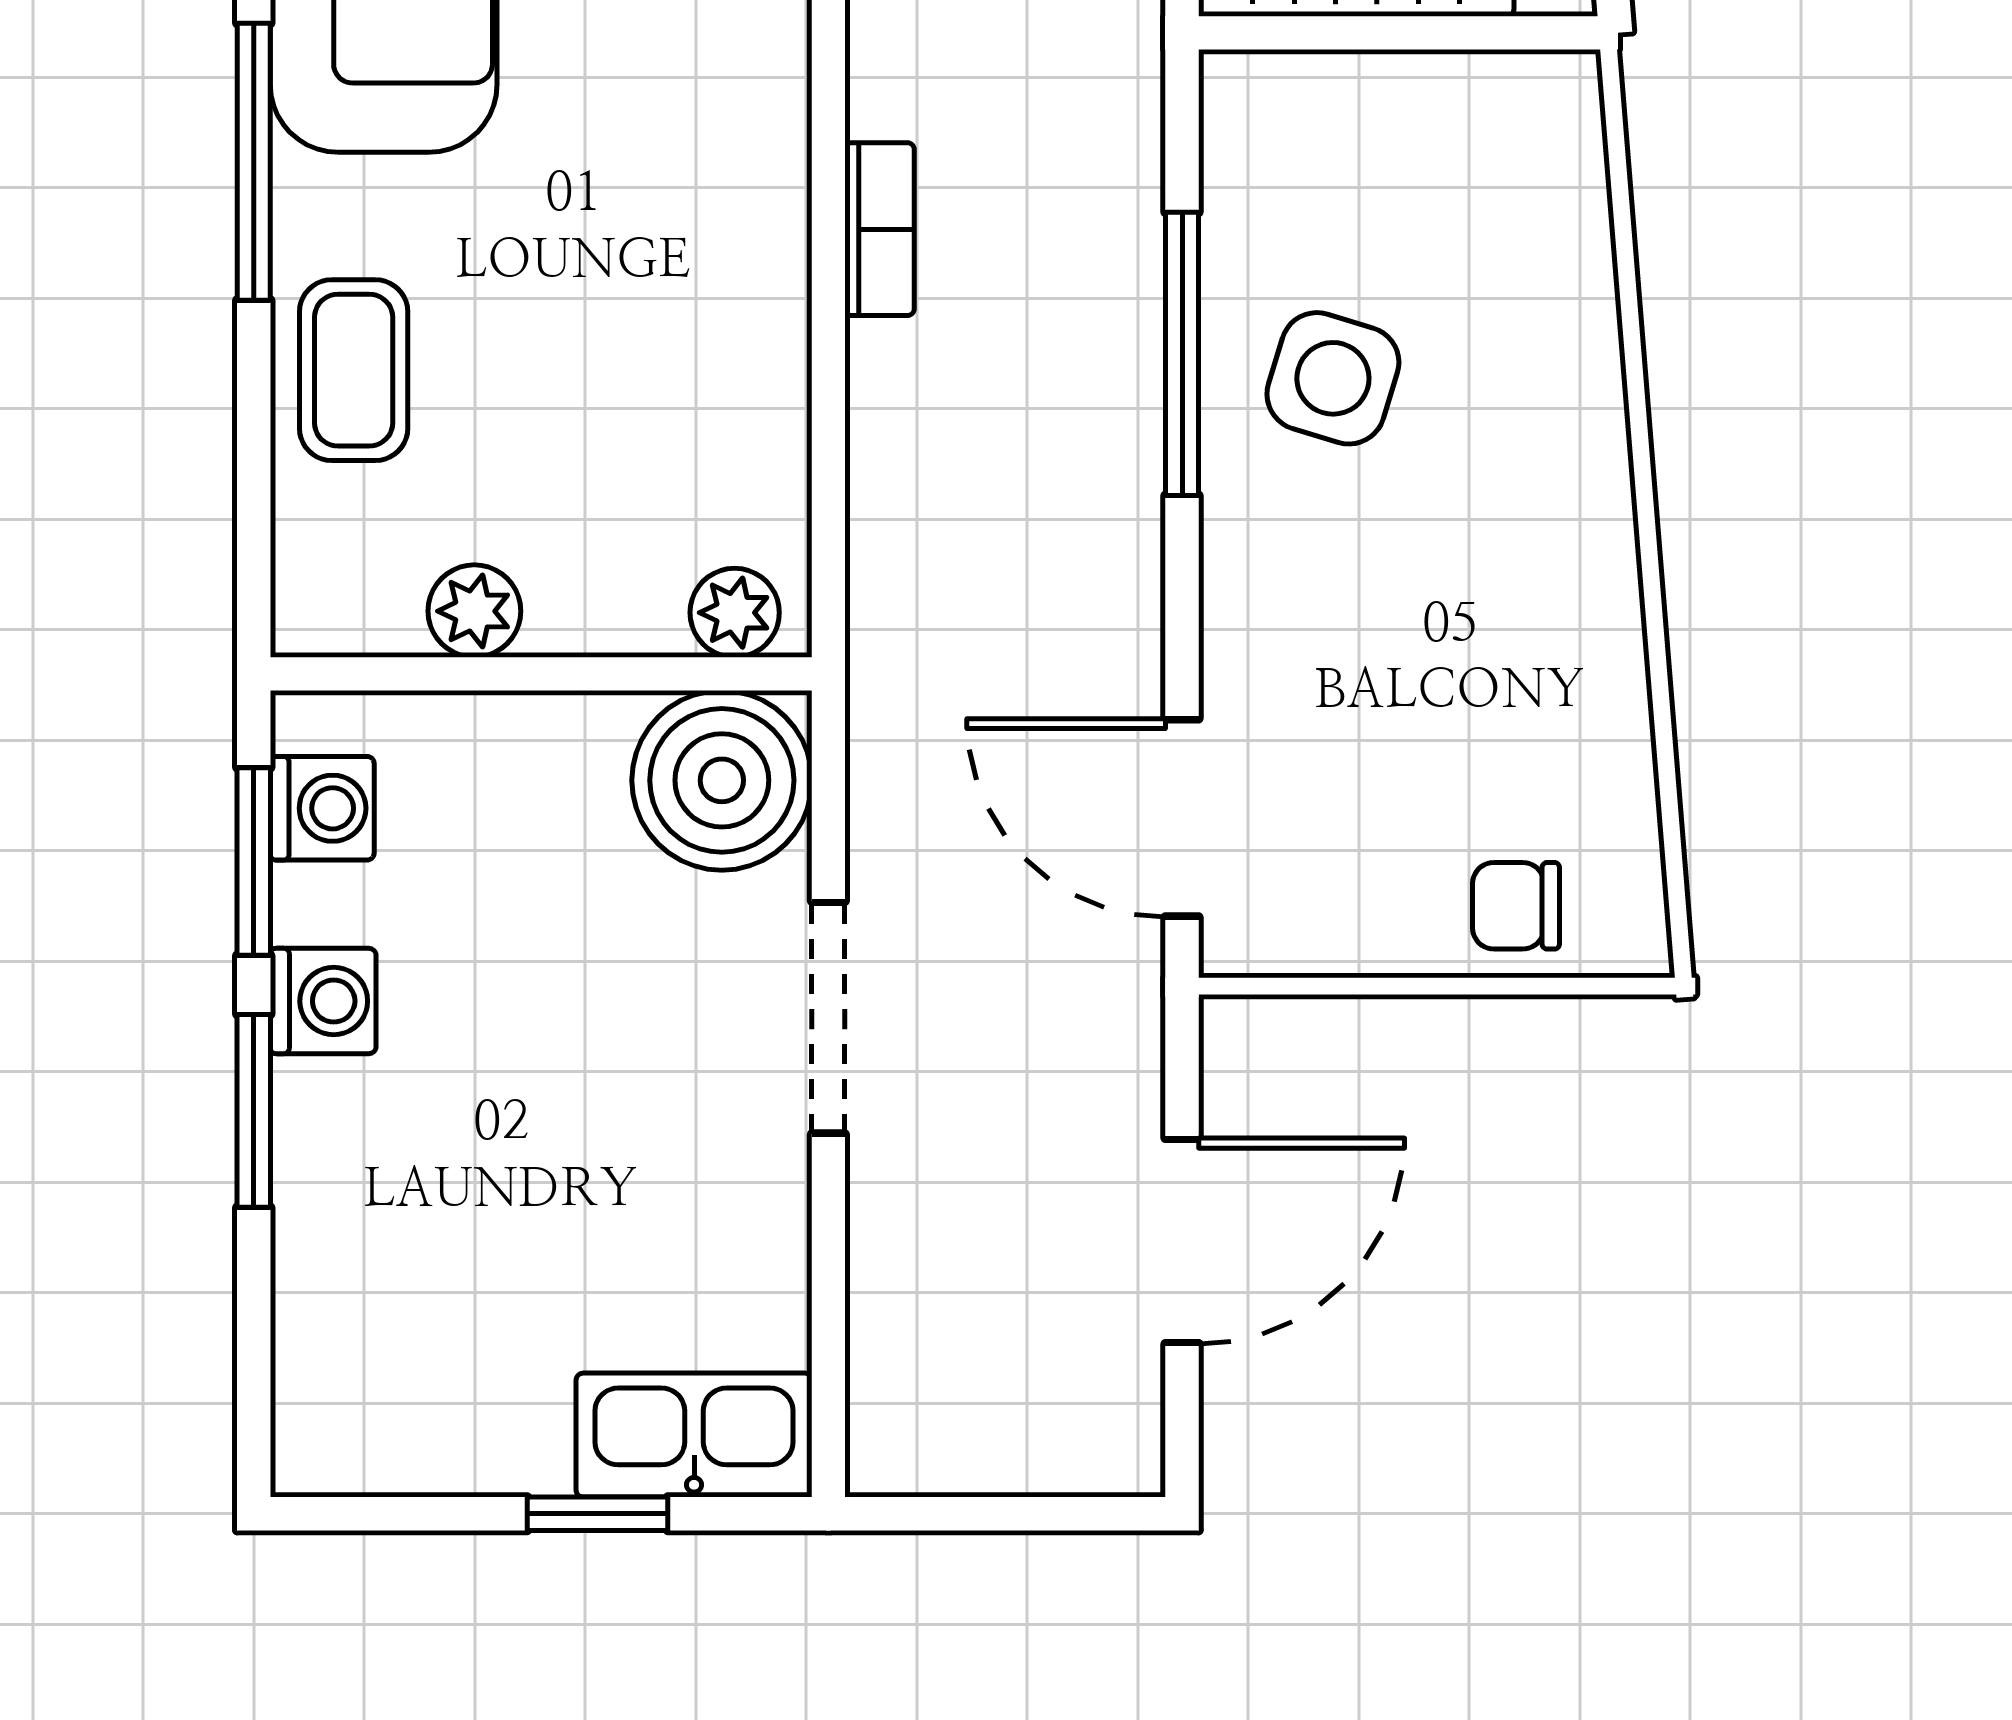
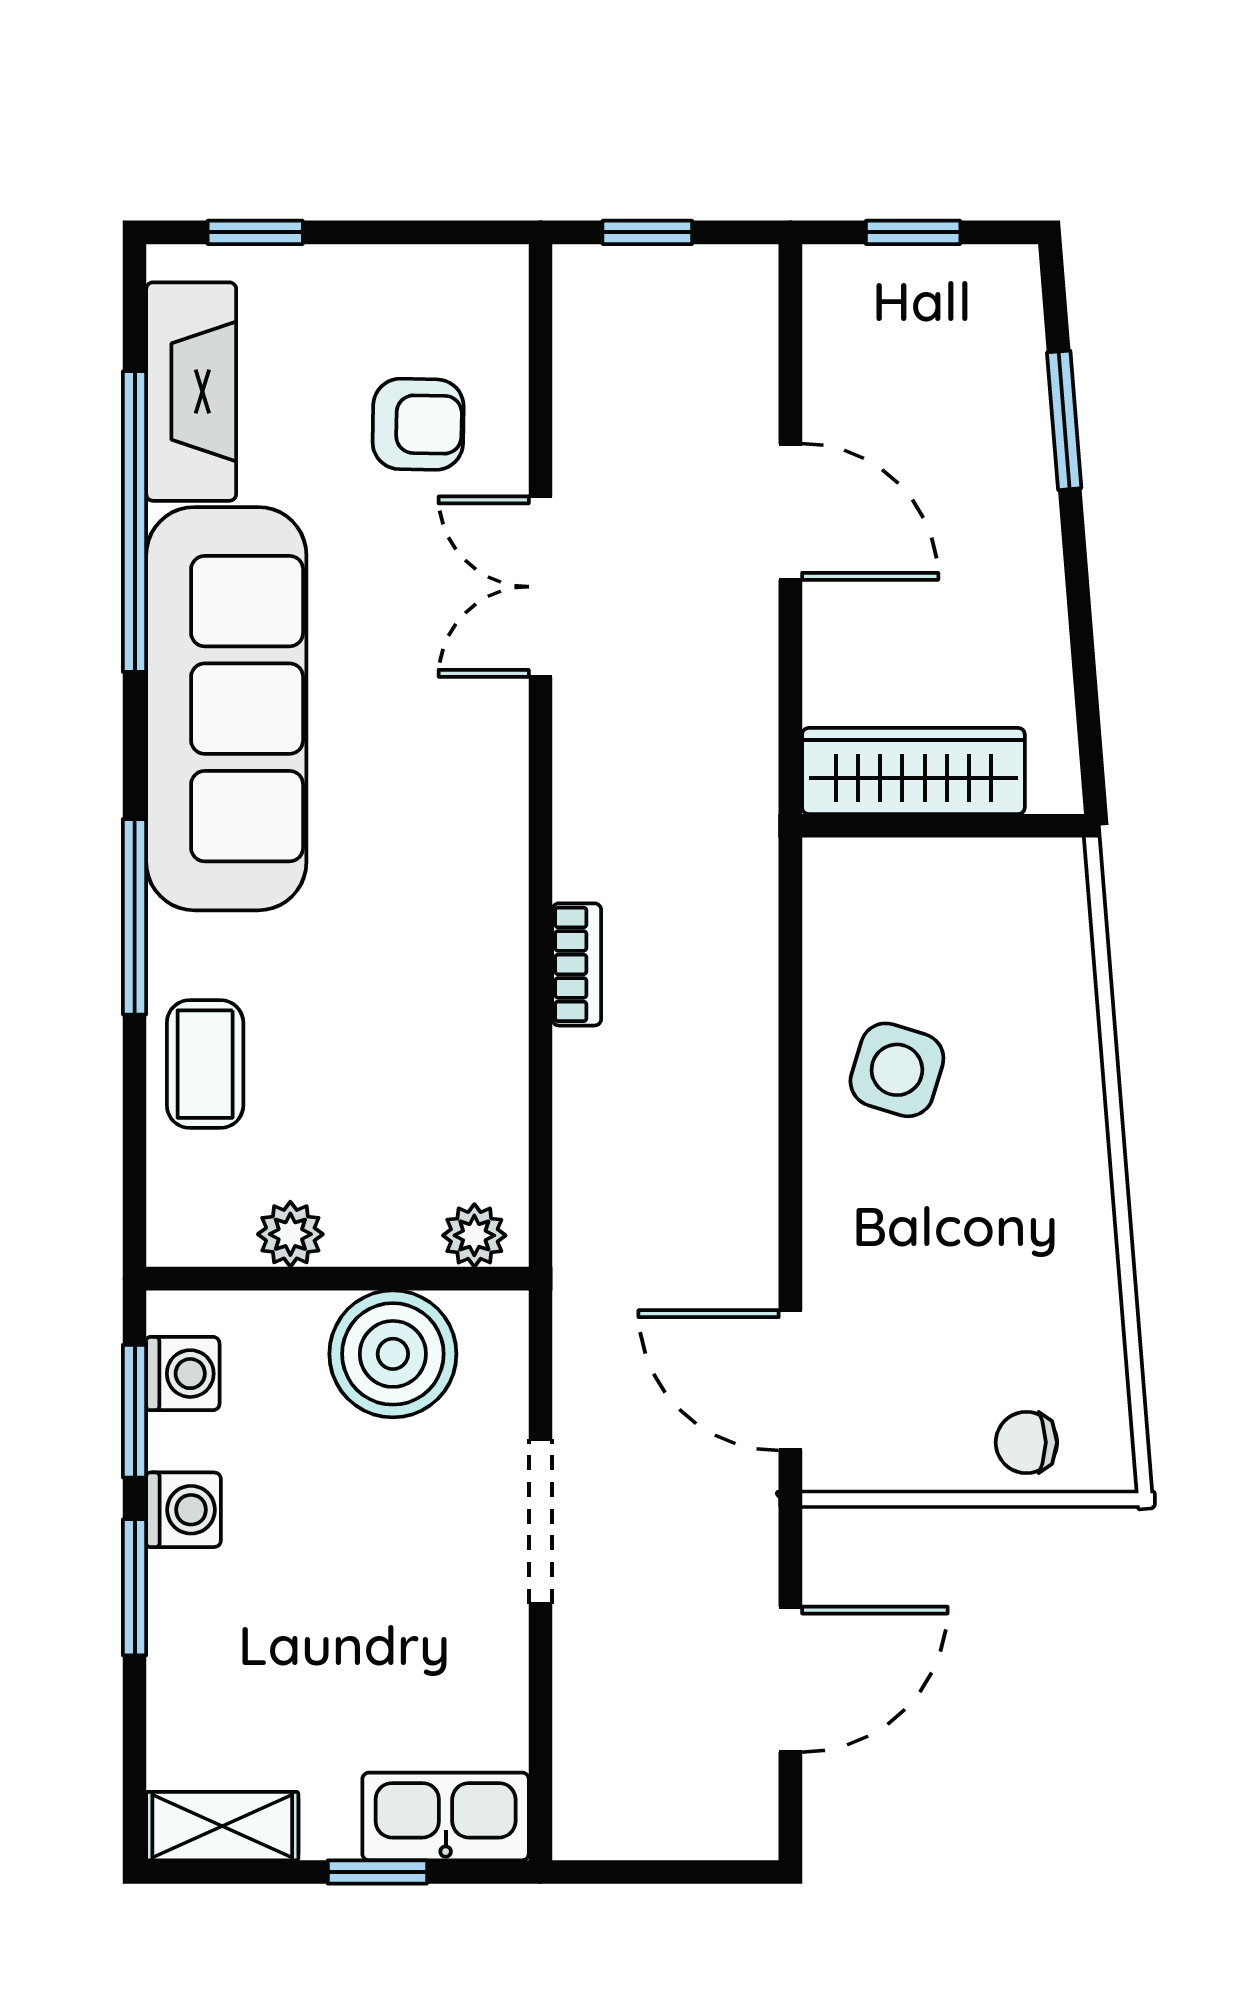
window: (1182, 354) -> (790, 1053), removed
boiler: (722, 780) -> (393, 1354), moved
shelving: (378, 1449) -> (222, 1826), added

